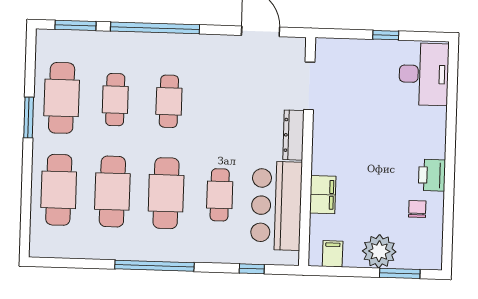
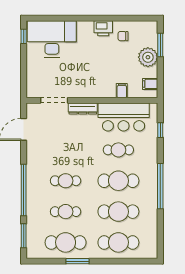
window: (386, 35) -> (24, 36), moved
desk: (424, 74) -> (52, 39), width x1.36, depth x1.30
filing cabinet: (323, 195) -> (122, 91), width x0.50

